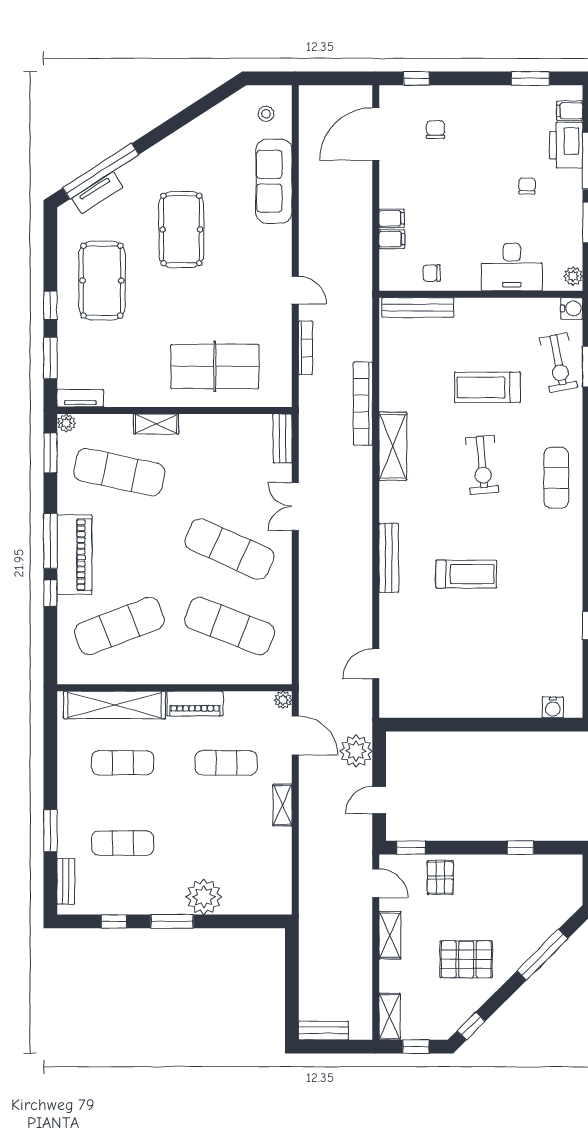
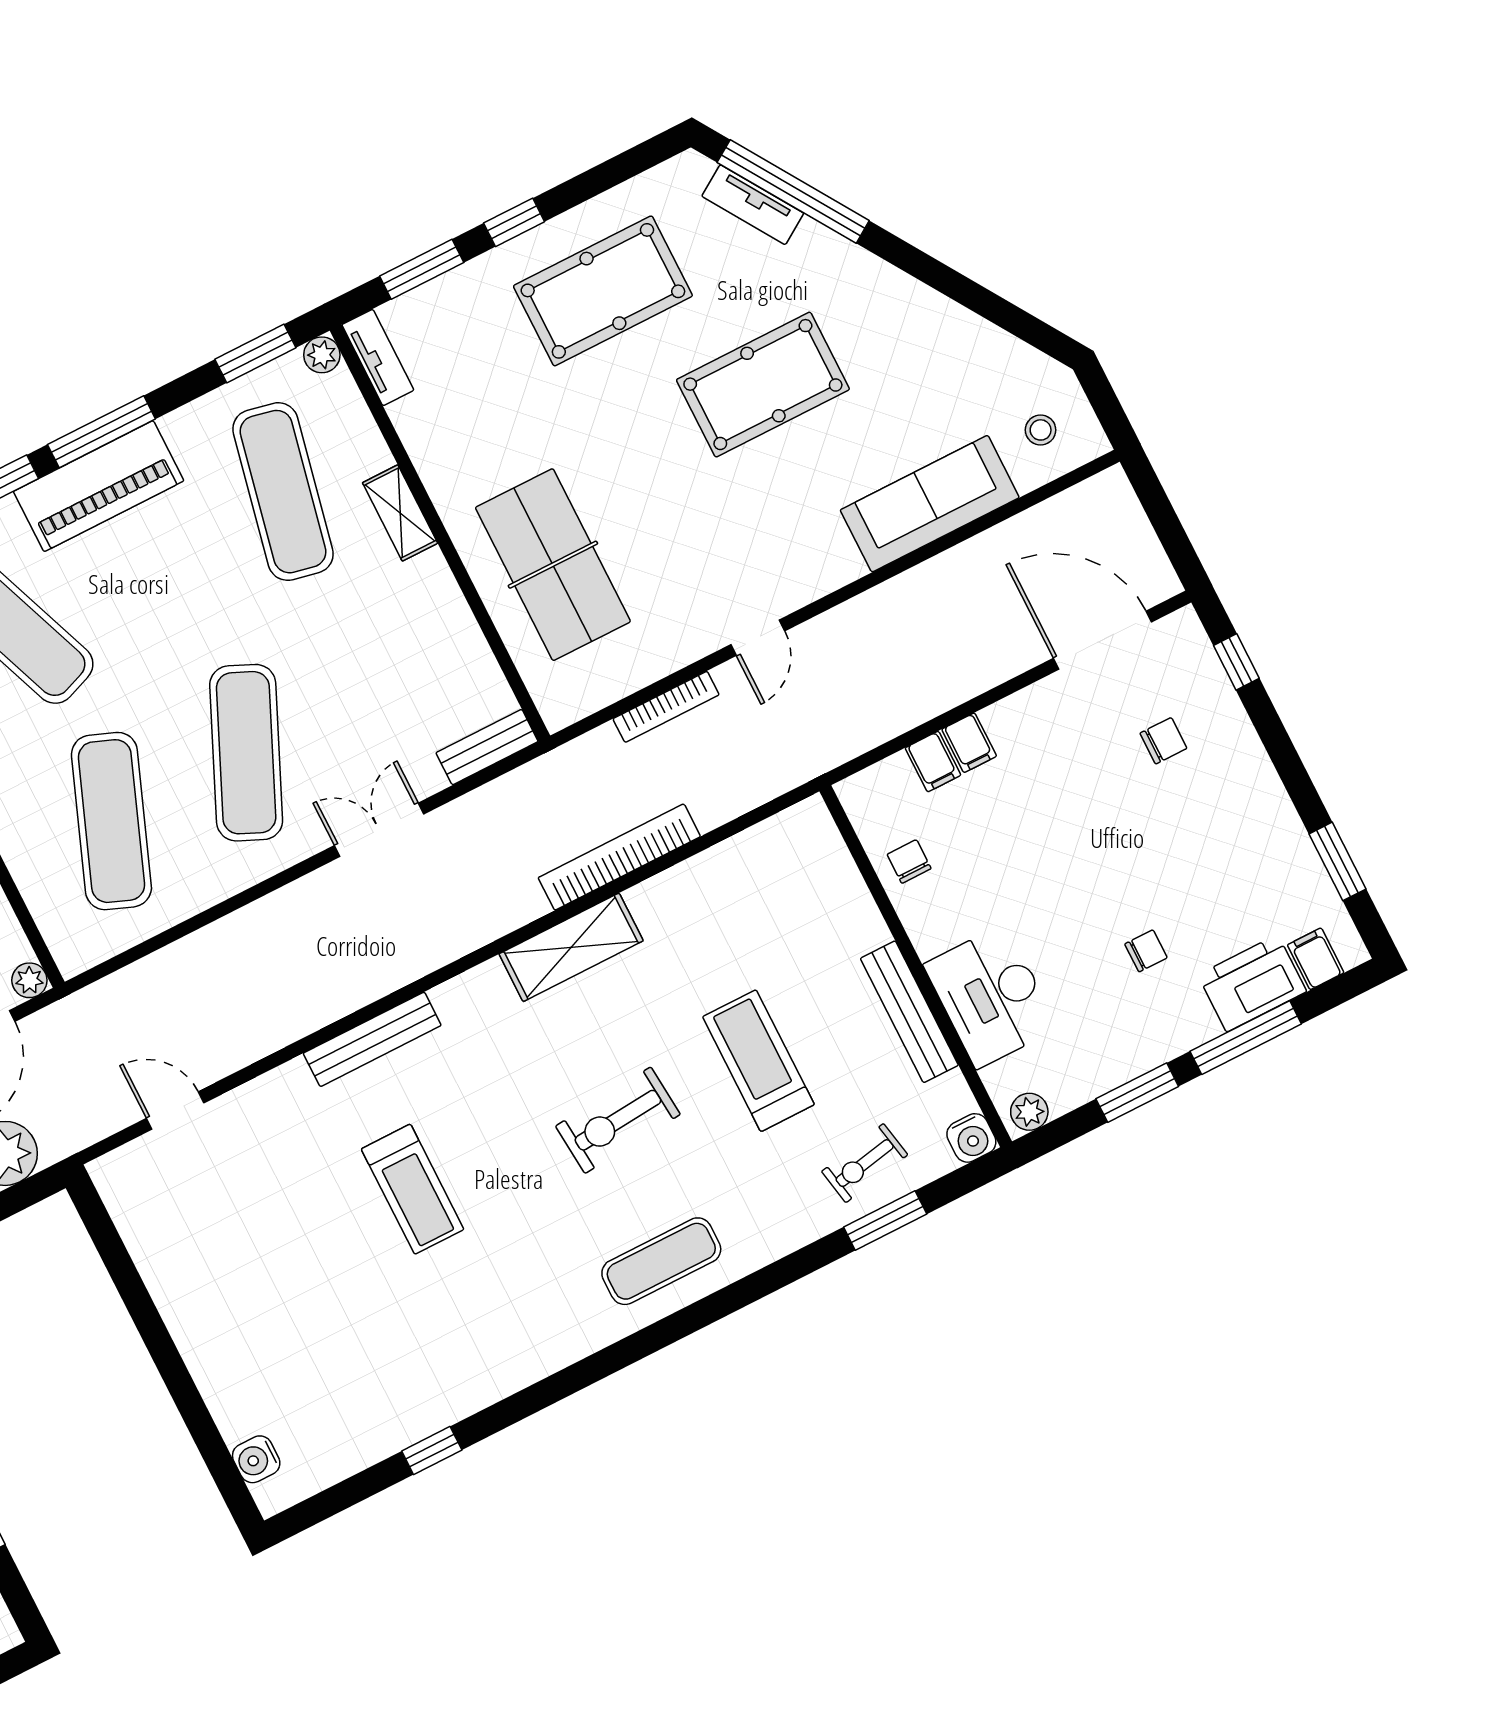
bench: (418, 308) -> (909, 1012), moved
exercise bike: (558, 363) -> (865, 1163), width x0.73, depth x0.72

